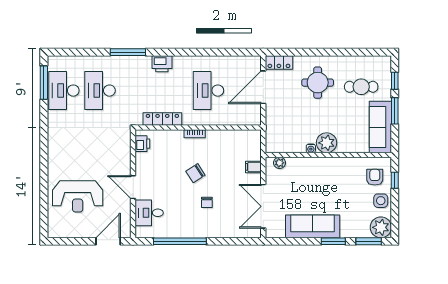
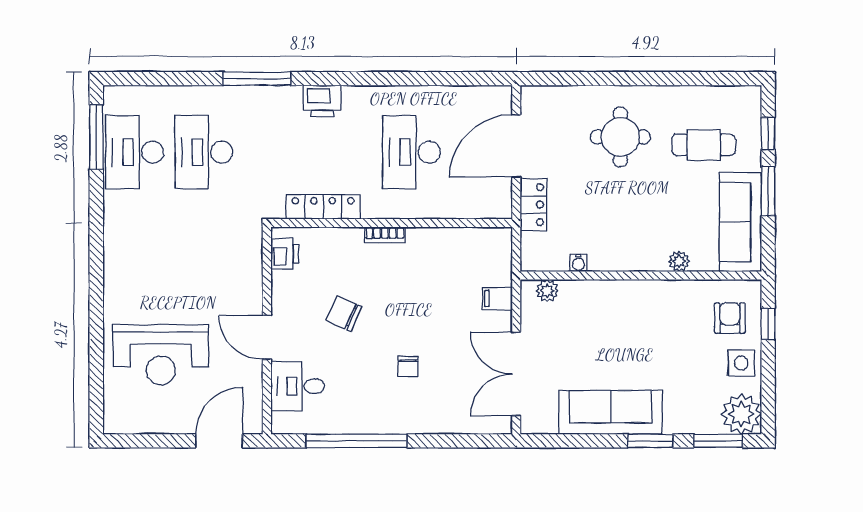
locker: (279, 62) -> (533, 205), moved, turned -90
plant: (327, 143) -> (679, 261), moved, width x0.53, depth x0.53
water cooler: (311, 148) -> (578, 263), moved
chair: (195, 173) -> (344, 314), moved, turned 57

